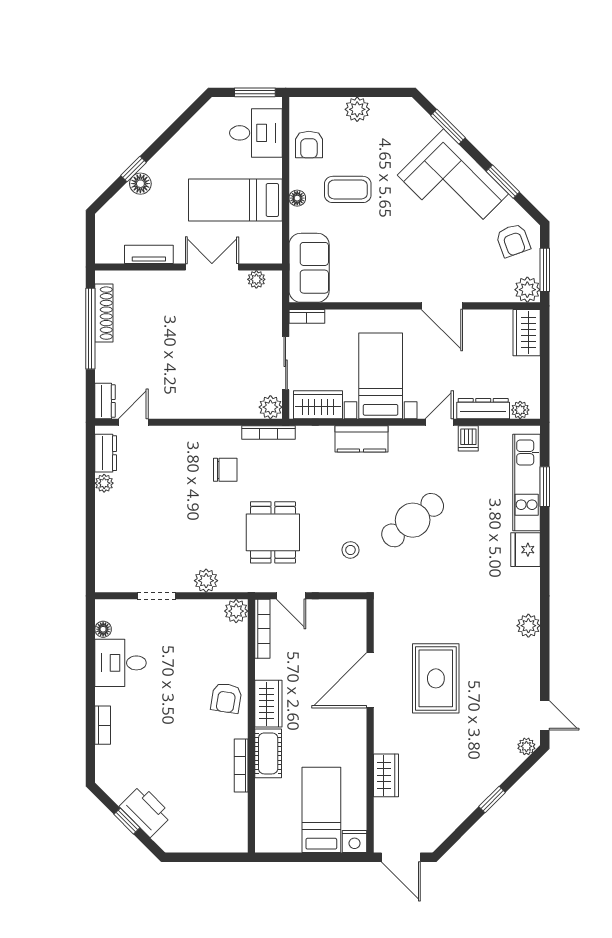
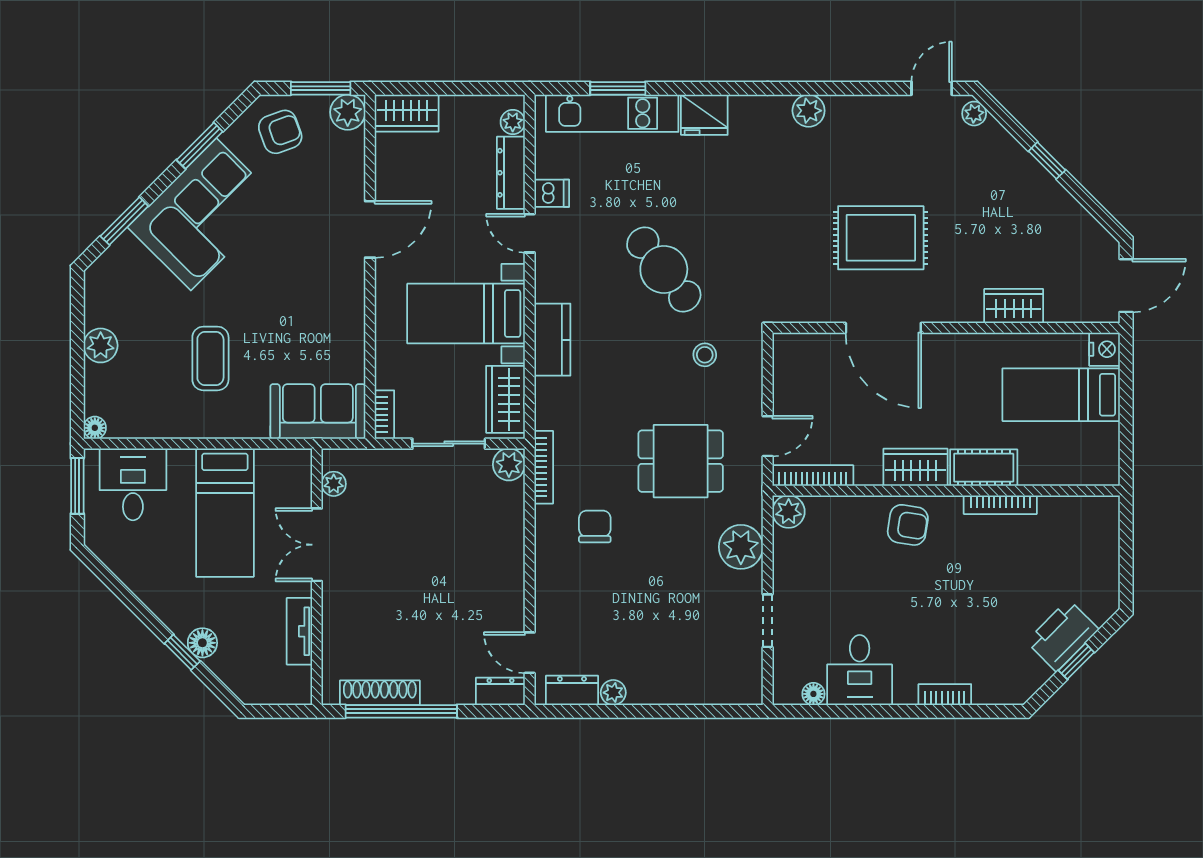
armchair: (309, 145) -> (149, 412), removed
floor lamp: (297, 198) -> (95, 428), moved
plant: (206, 581) -> (741, 547), width x1.36, depth x1.36

